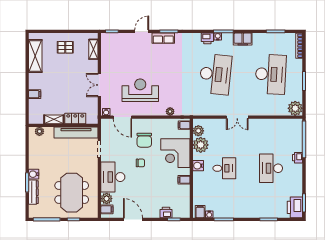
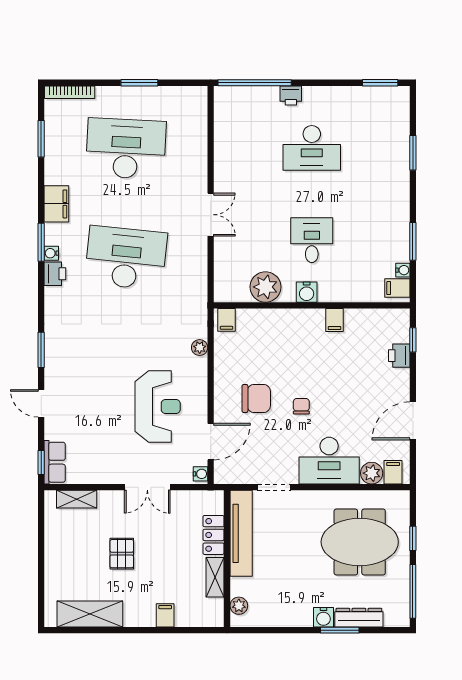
row of seats: (163, 38) -> (55, 462), moved
pallet: (65, 47) -> (122, 554), moved
reception desk: (140, 90) -> (158, 407), turned 180
plant: (295, 108) -> (193, 100), removed
plant: (198, 131) -> (238, 292), removed
corner desk: (175, 153) -> (282, 337), removed
printer: (295, 207) -> (389, 101), removed

